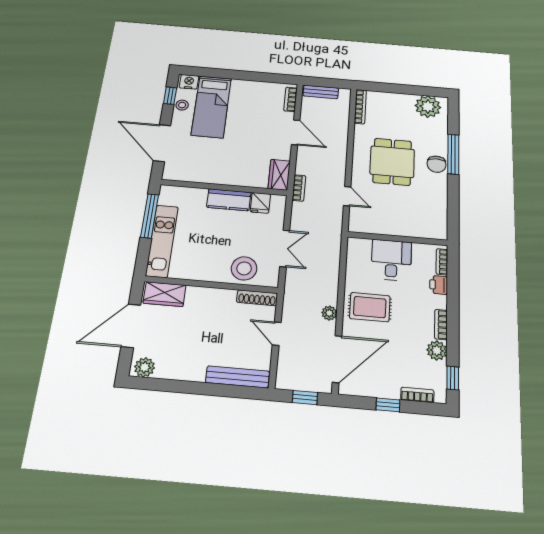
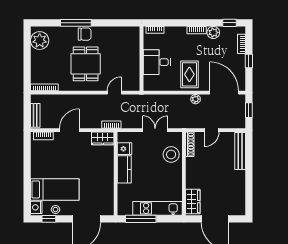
dining table: (392, 162) -> (86, 64), turned 90
printer: (439, 285) -> (171, 32), removed
plant: (145, 367) -> (239, 207), removed

